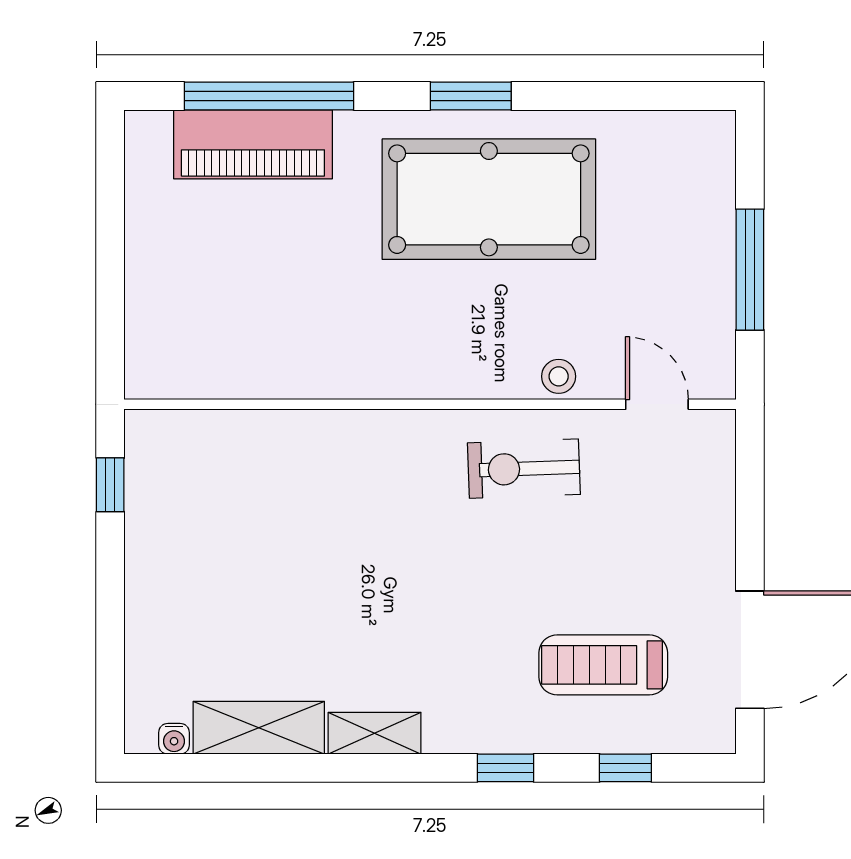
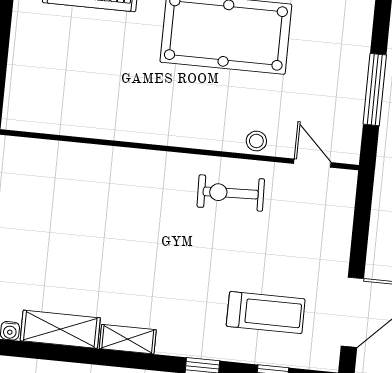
treadmill: (603, 665) -> (266, 313), turned 180

